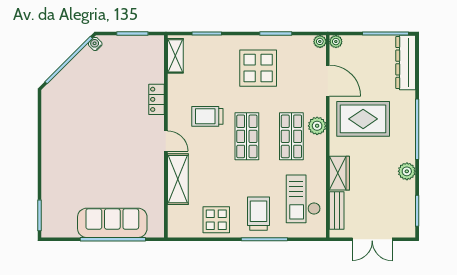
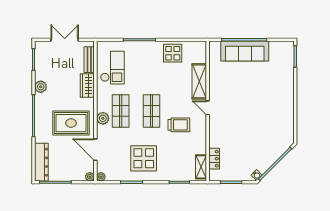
locker: (157, 99) -> (214, 159), moved
trolley: (258, 214) -> (143, 57), removed

